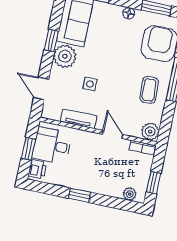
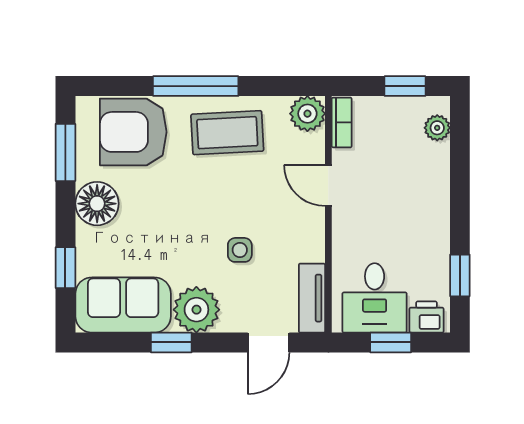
floor lamp: (129, 13) -> (97, 204), width x1.89, depth x1.89
coffee table: (149, 90) -> (227, 133), width x1.36, depth x1.30
tv unit: (79, 119) -> (312, 298), moved
door: (113, 134) -> (328, 185), hinge flipped
window: (80, 195) -> (460, 275), moved

